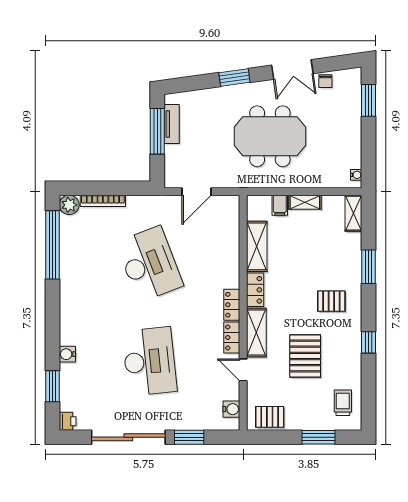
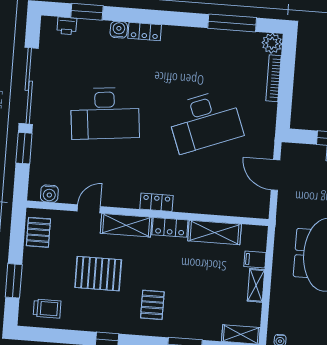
window: (52, 245) -> (232, 23), width x0.68
locker: (232, 338) -> (145, 31), moved, turned 180
printer: (68, 421) -> (67, 26), moved

